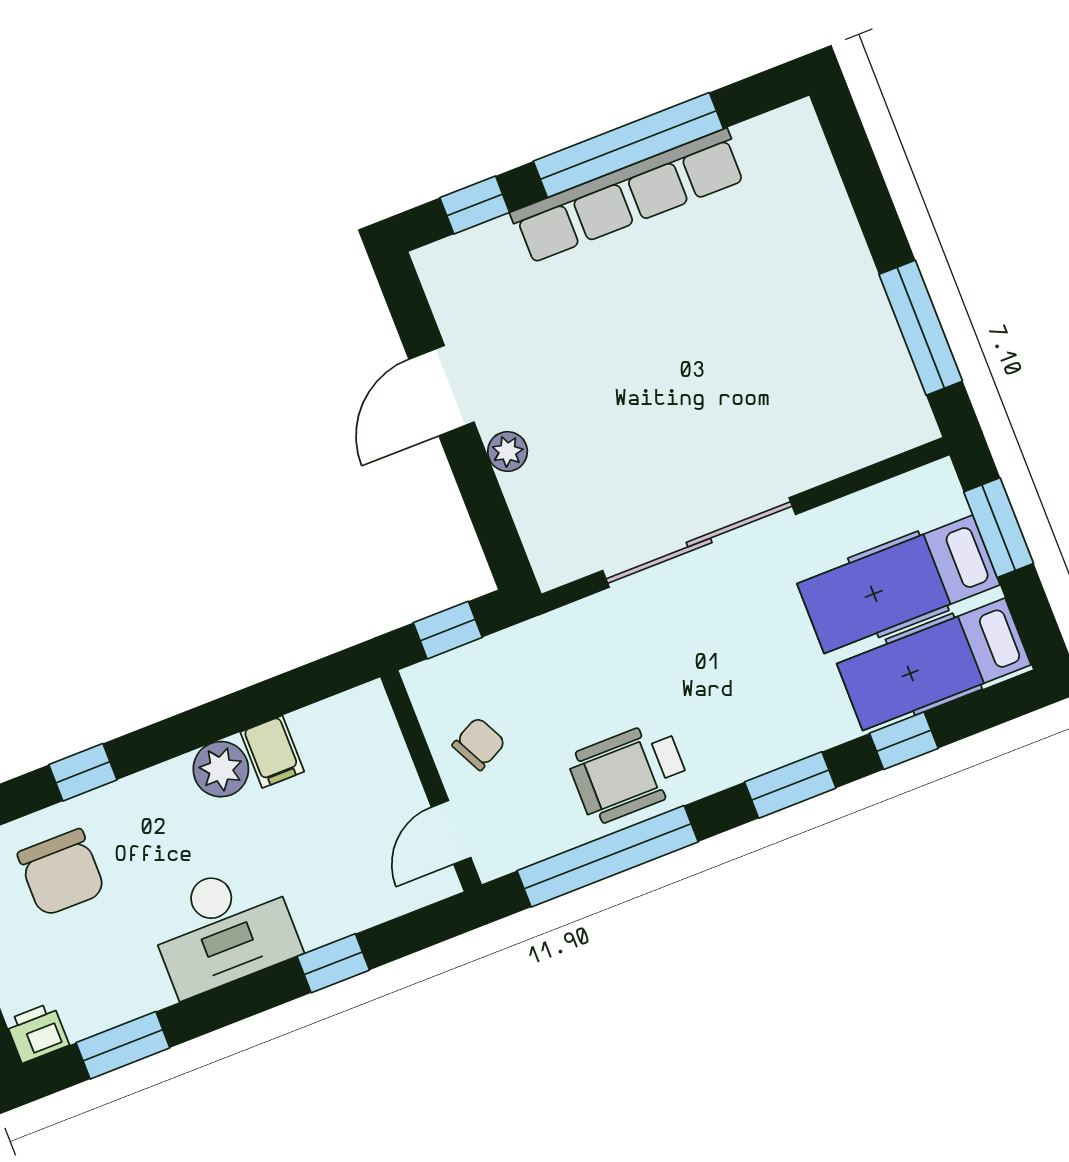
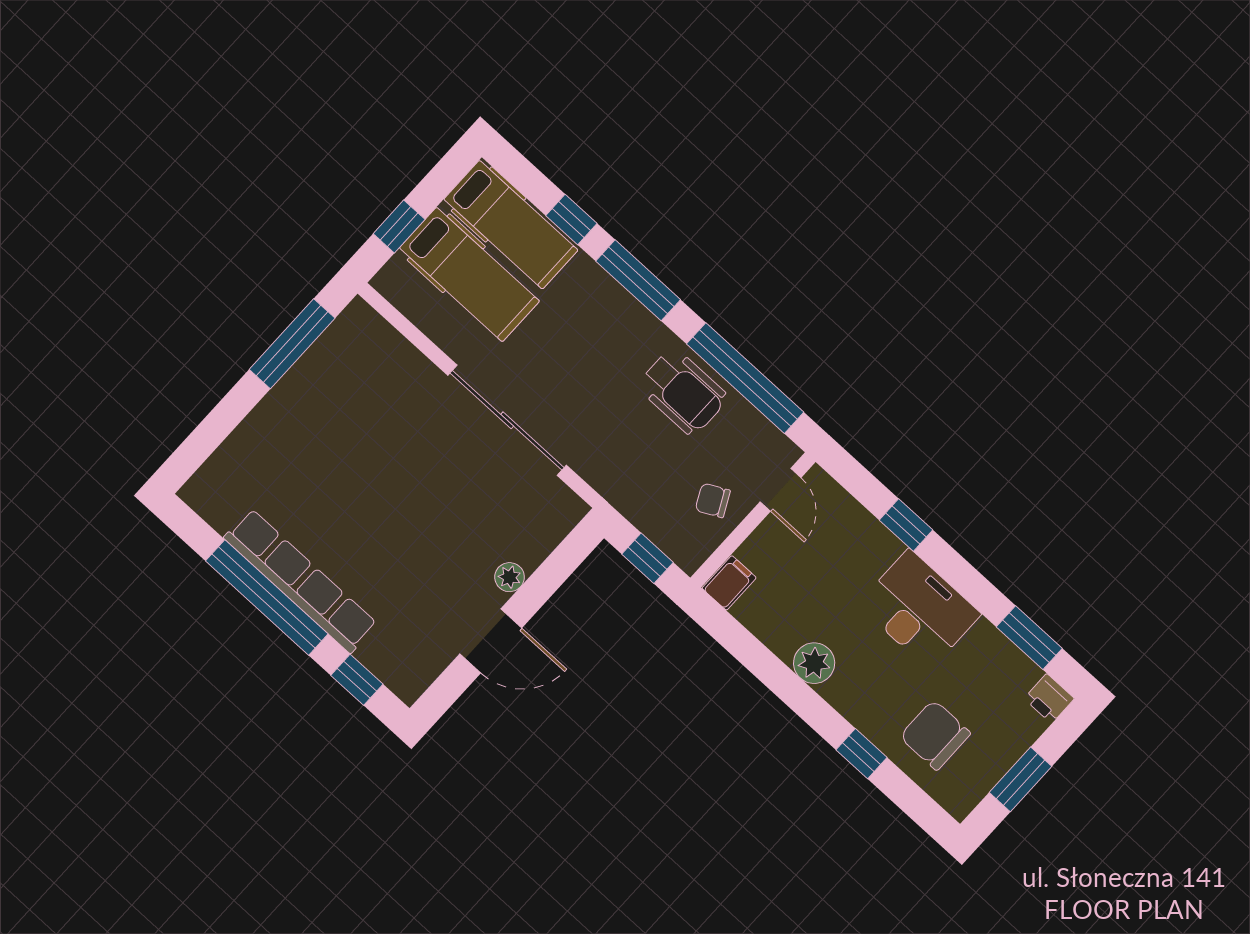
window: (999, 528) -> (399, 226), width x0.67
filing cabinet: (272, 752) -> (729, 583), moved
window: (790, 785) -> (638, 280), width x1.44
door: (451, 832) -> (781, 490), hinge flipped
chair: (61, 873) -> (935, 735), turned -90

